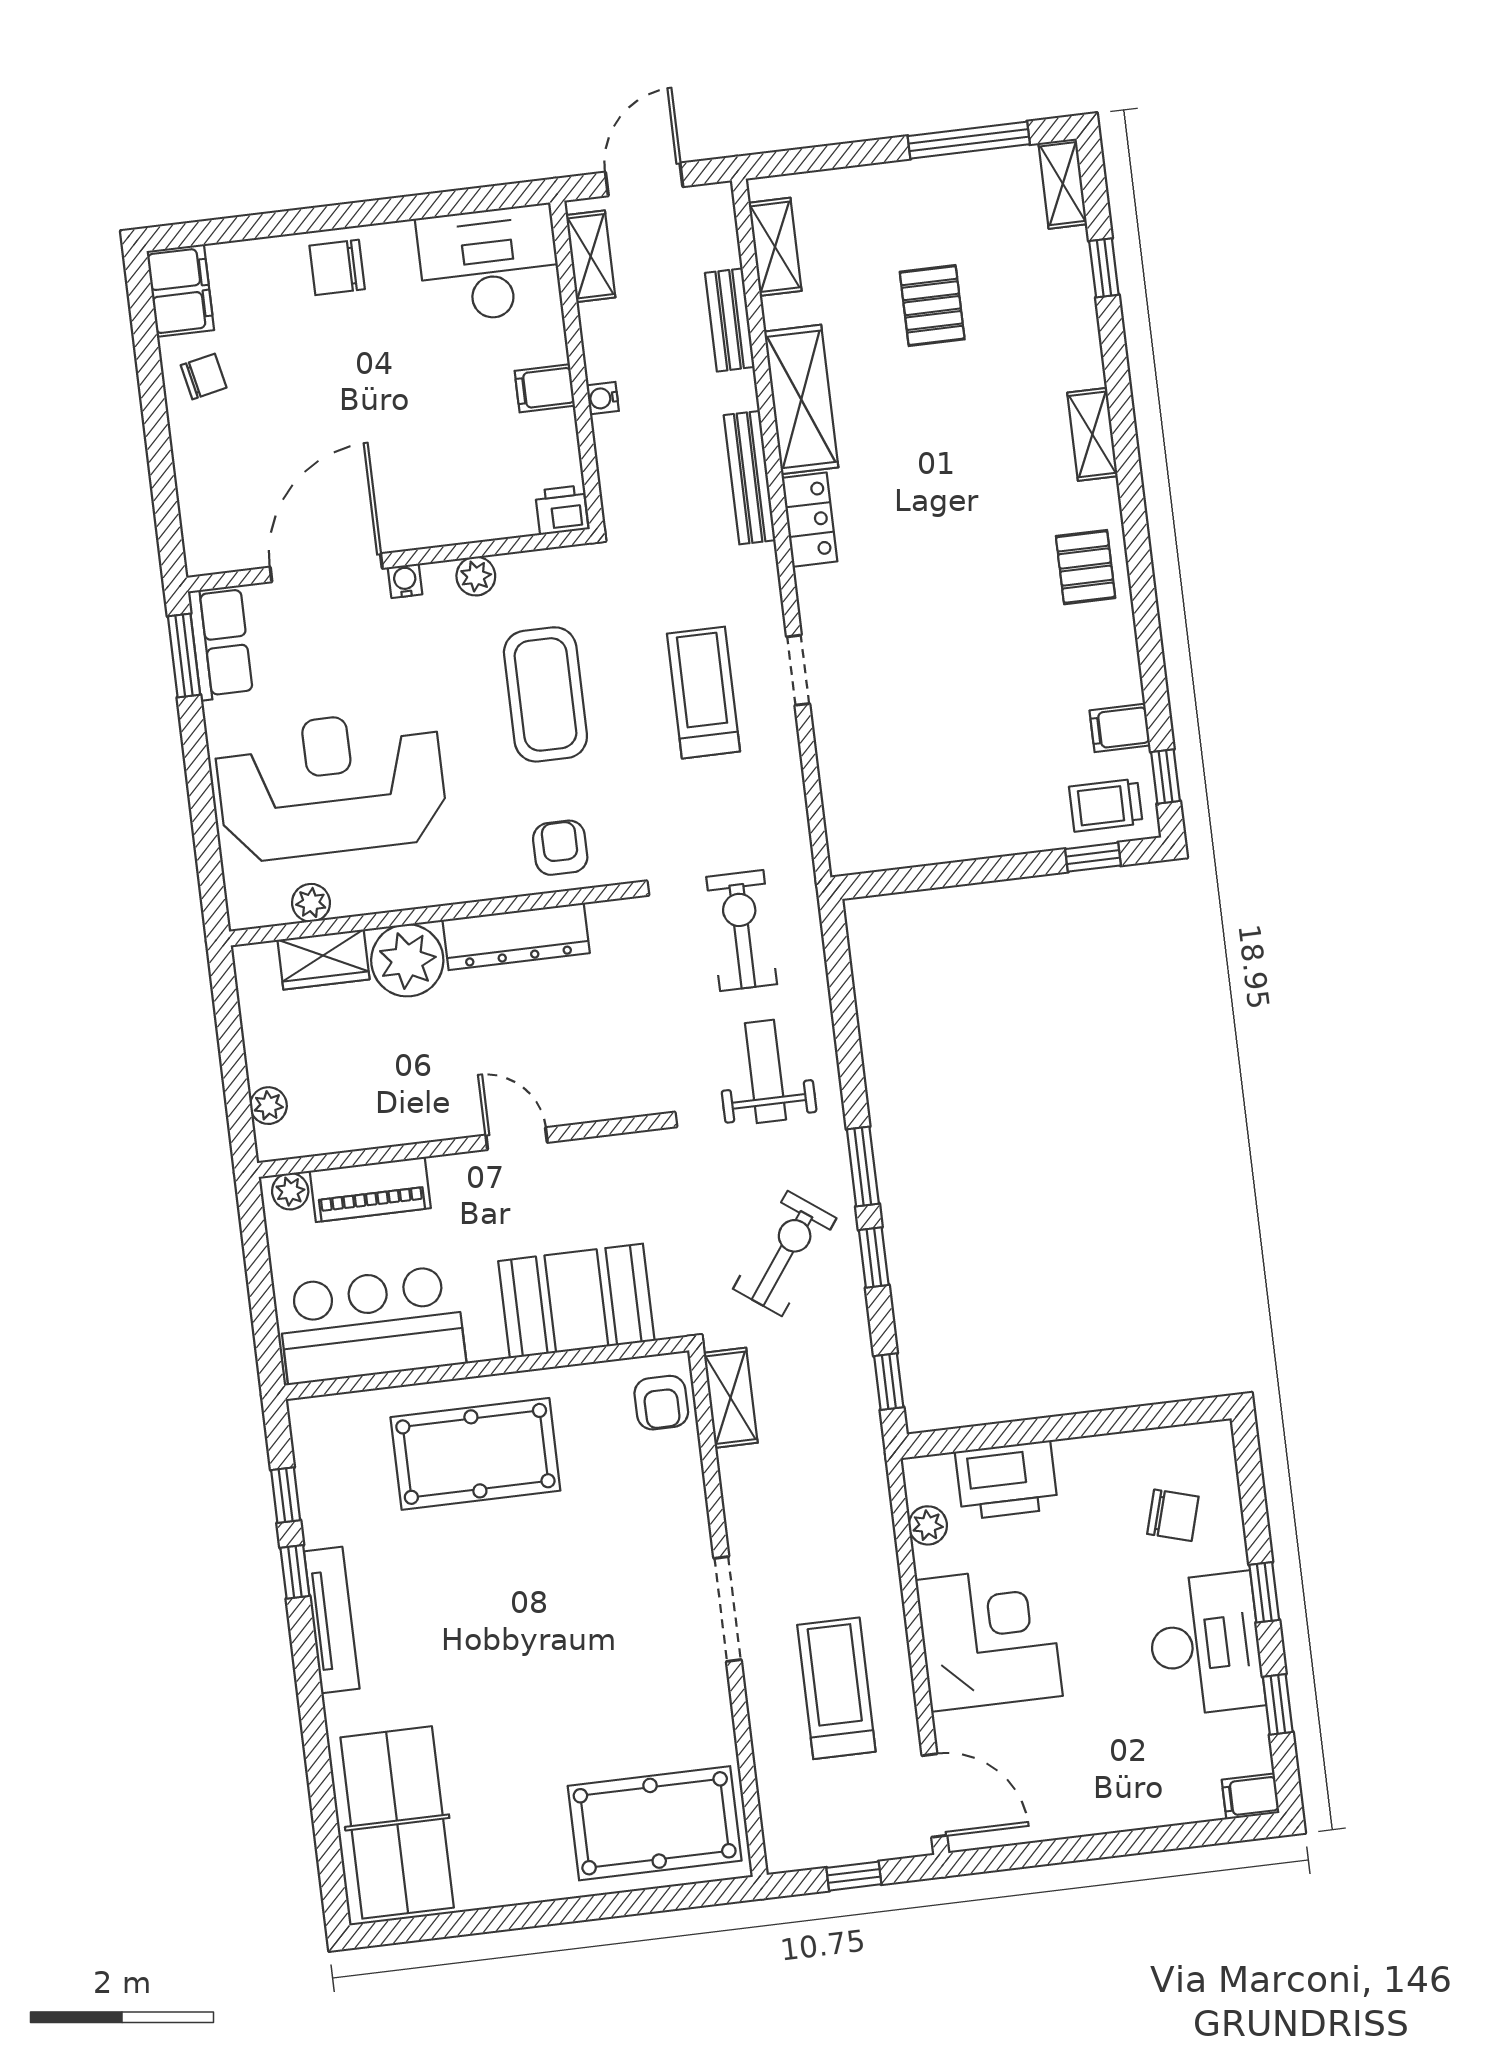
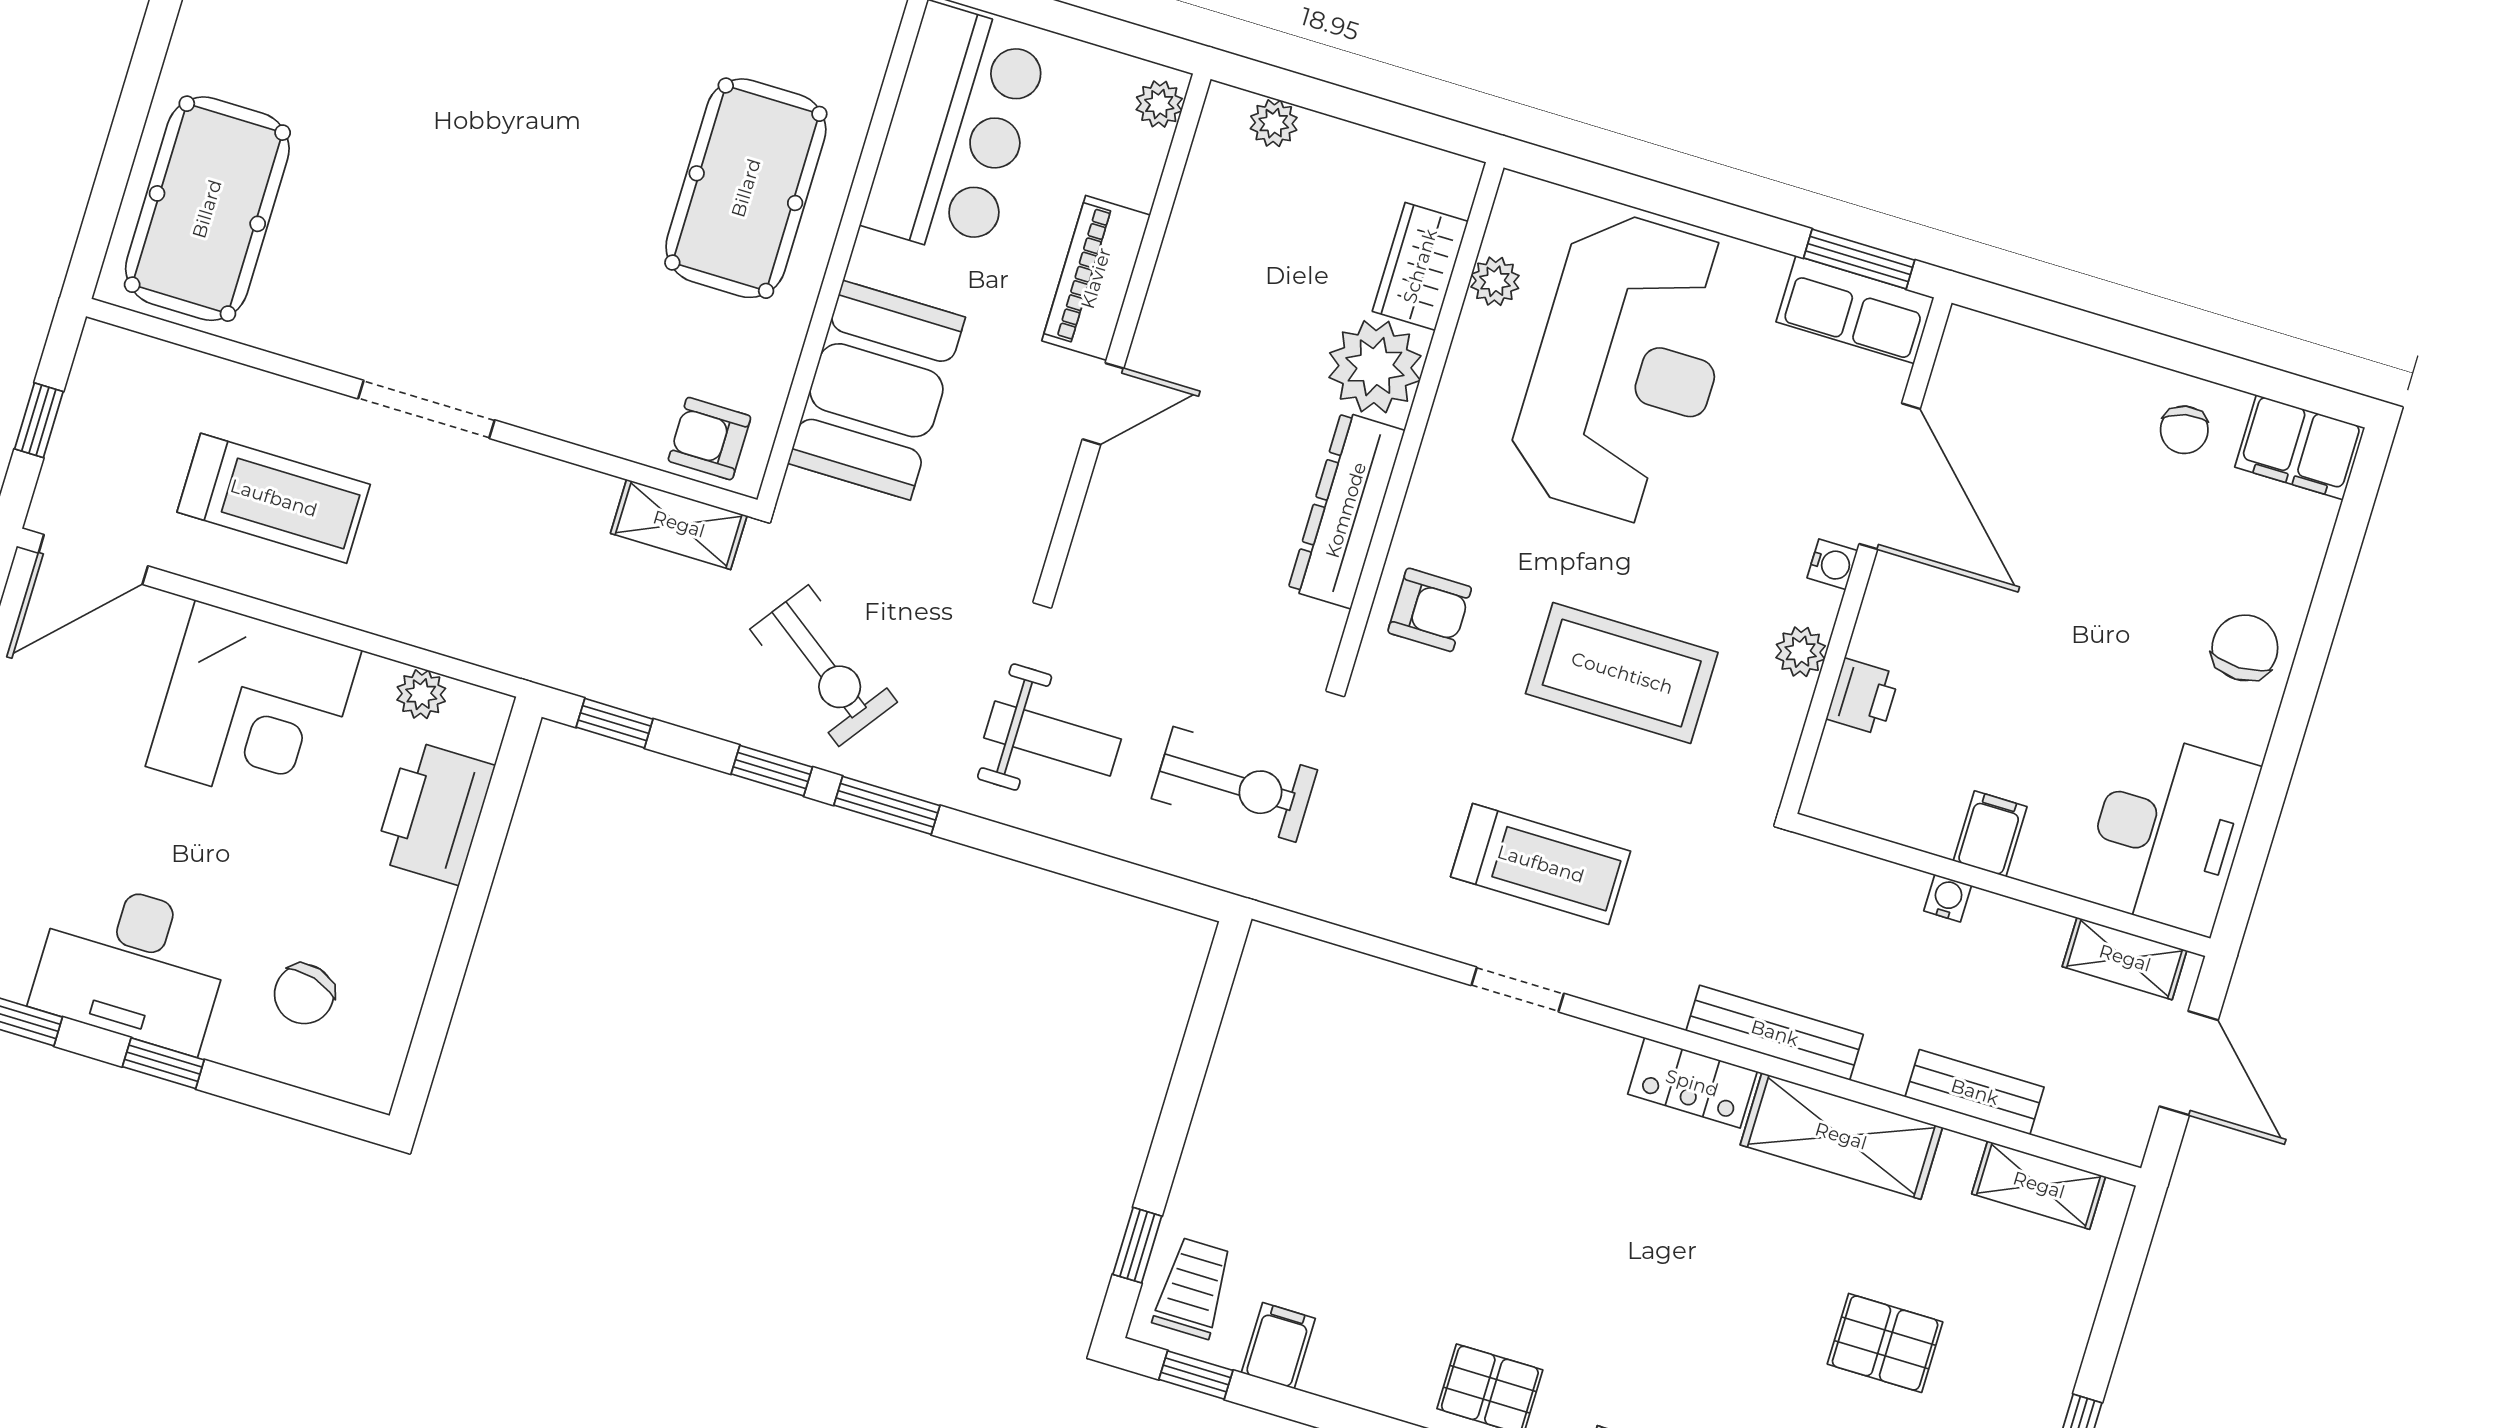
printer: (562, 510) -> (1863, 697), moved
piano: (370, 1189) -> (1096, 278), moved

